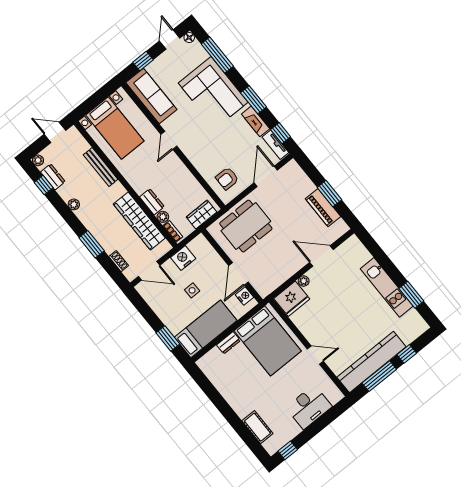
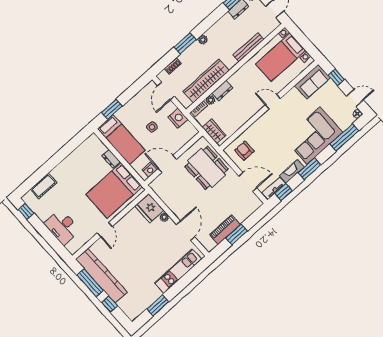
sofa: (151, 96) -> (312, 82), width x0.73
plant: (74, 204) -> (203, 40), moved
kitchen unit: (387, 287) -> (178, 271), moved

